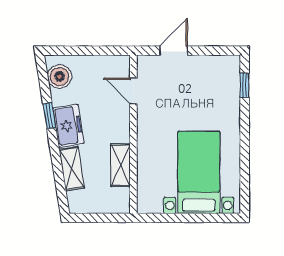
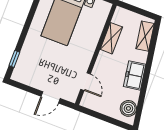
window: (49, 116) -> (144, 86), removed
shelving: (72, 169) -> (145, 36), moved

